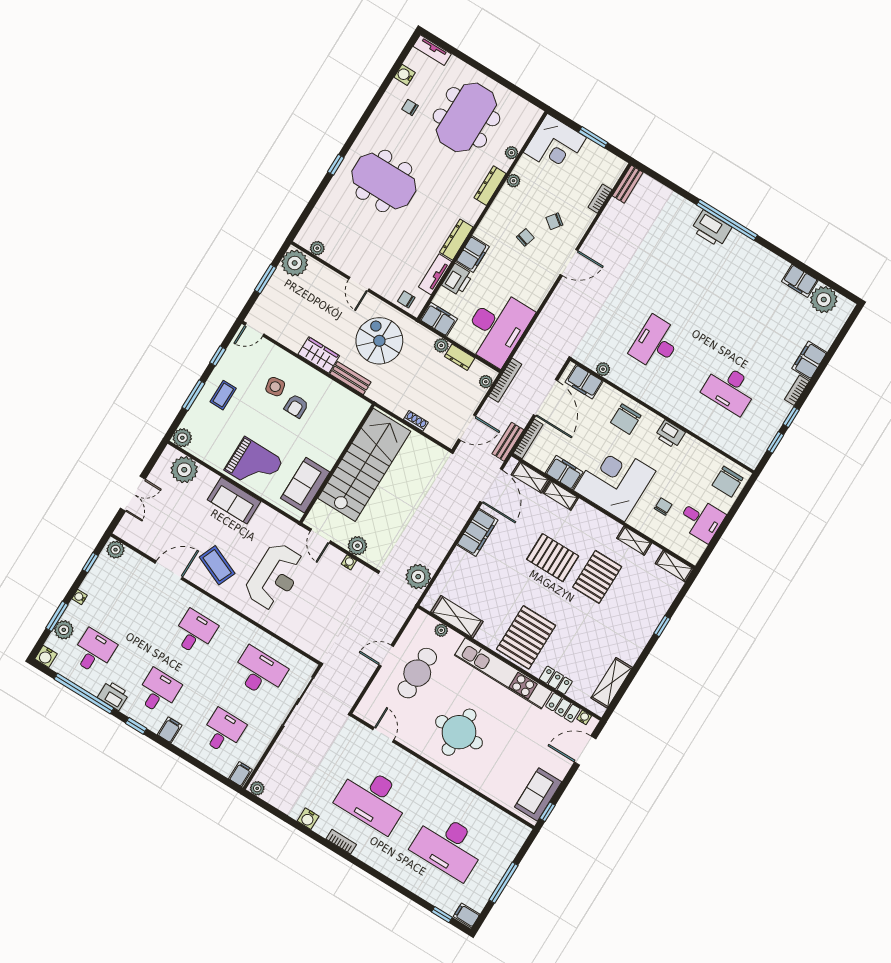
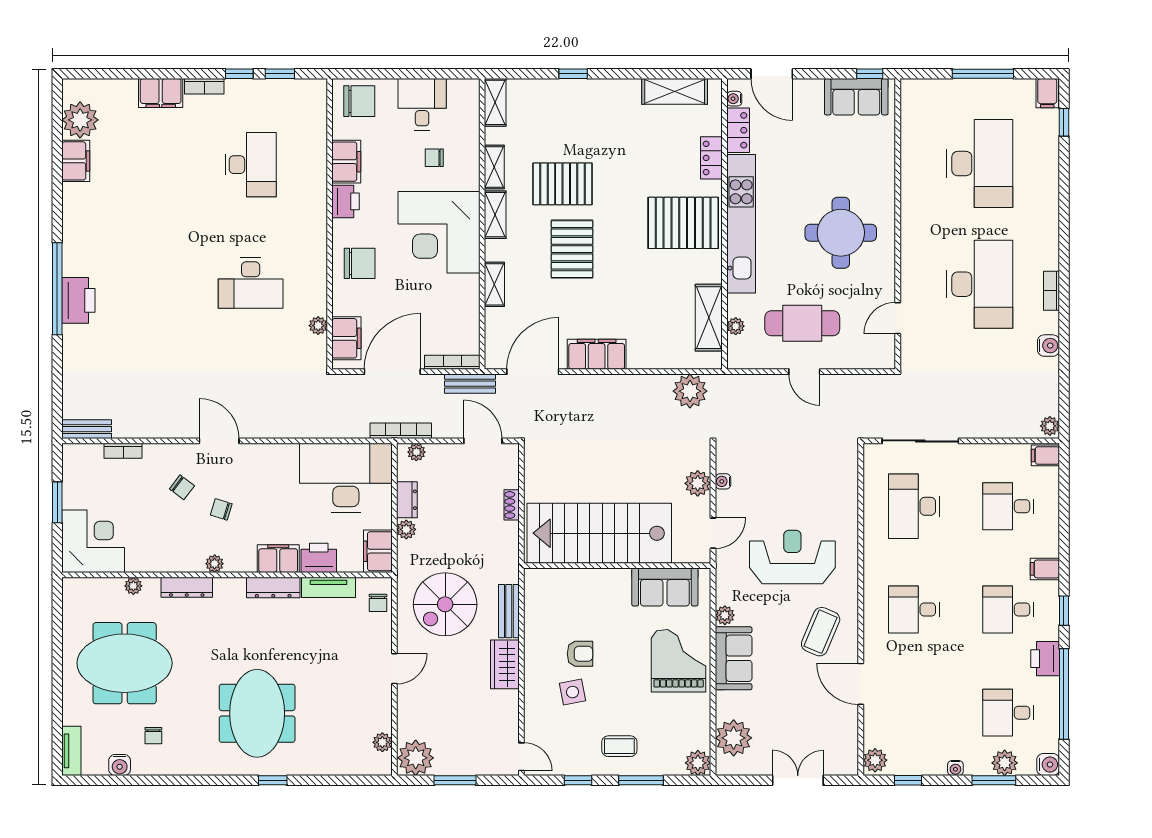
plant: (513, 181) -> (215, 564), moved
filing cabinet: (564, 473) -> (346, 162), moved, turned 180
shelving: (530, 477) -> (495, 215), moved
plant: (264, 512) -> (725, 615), added

